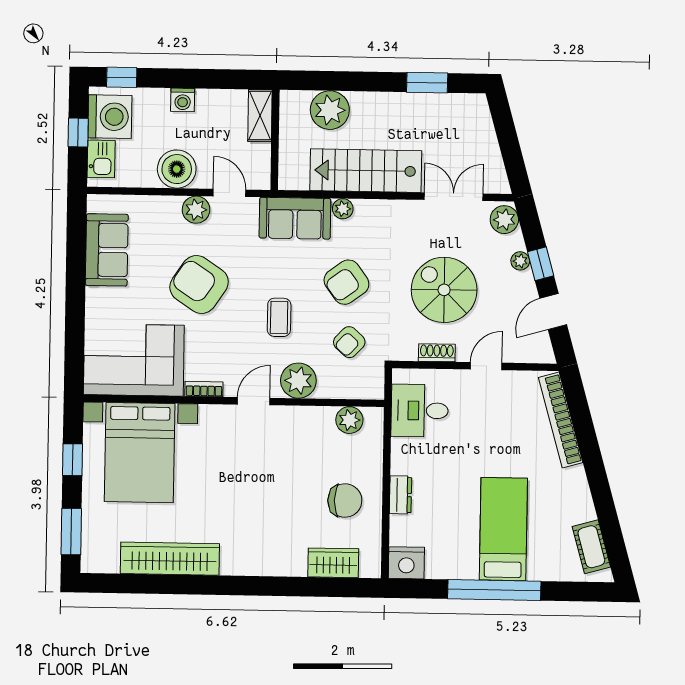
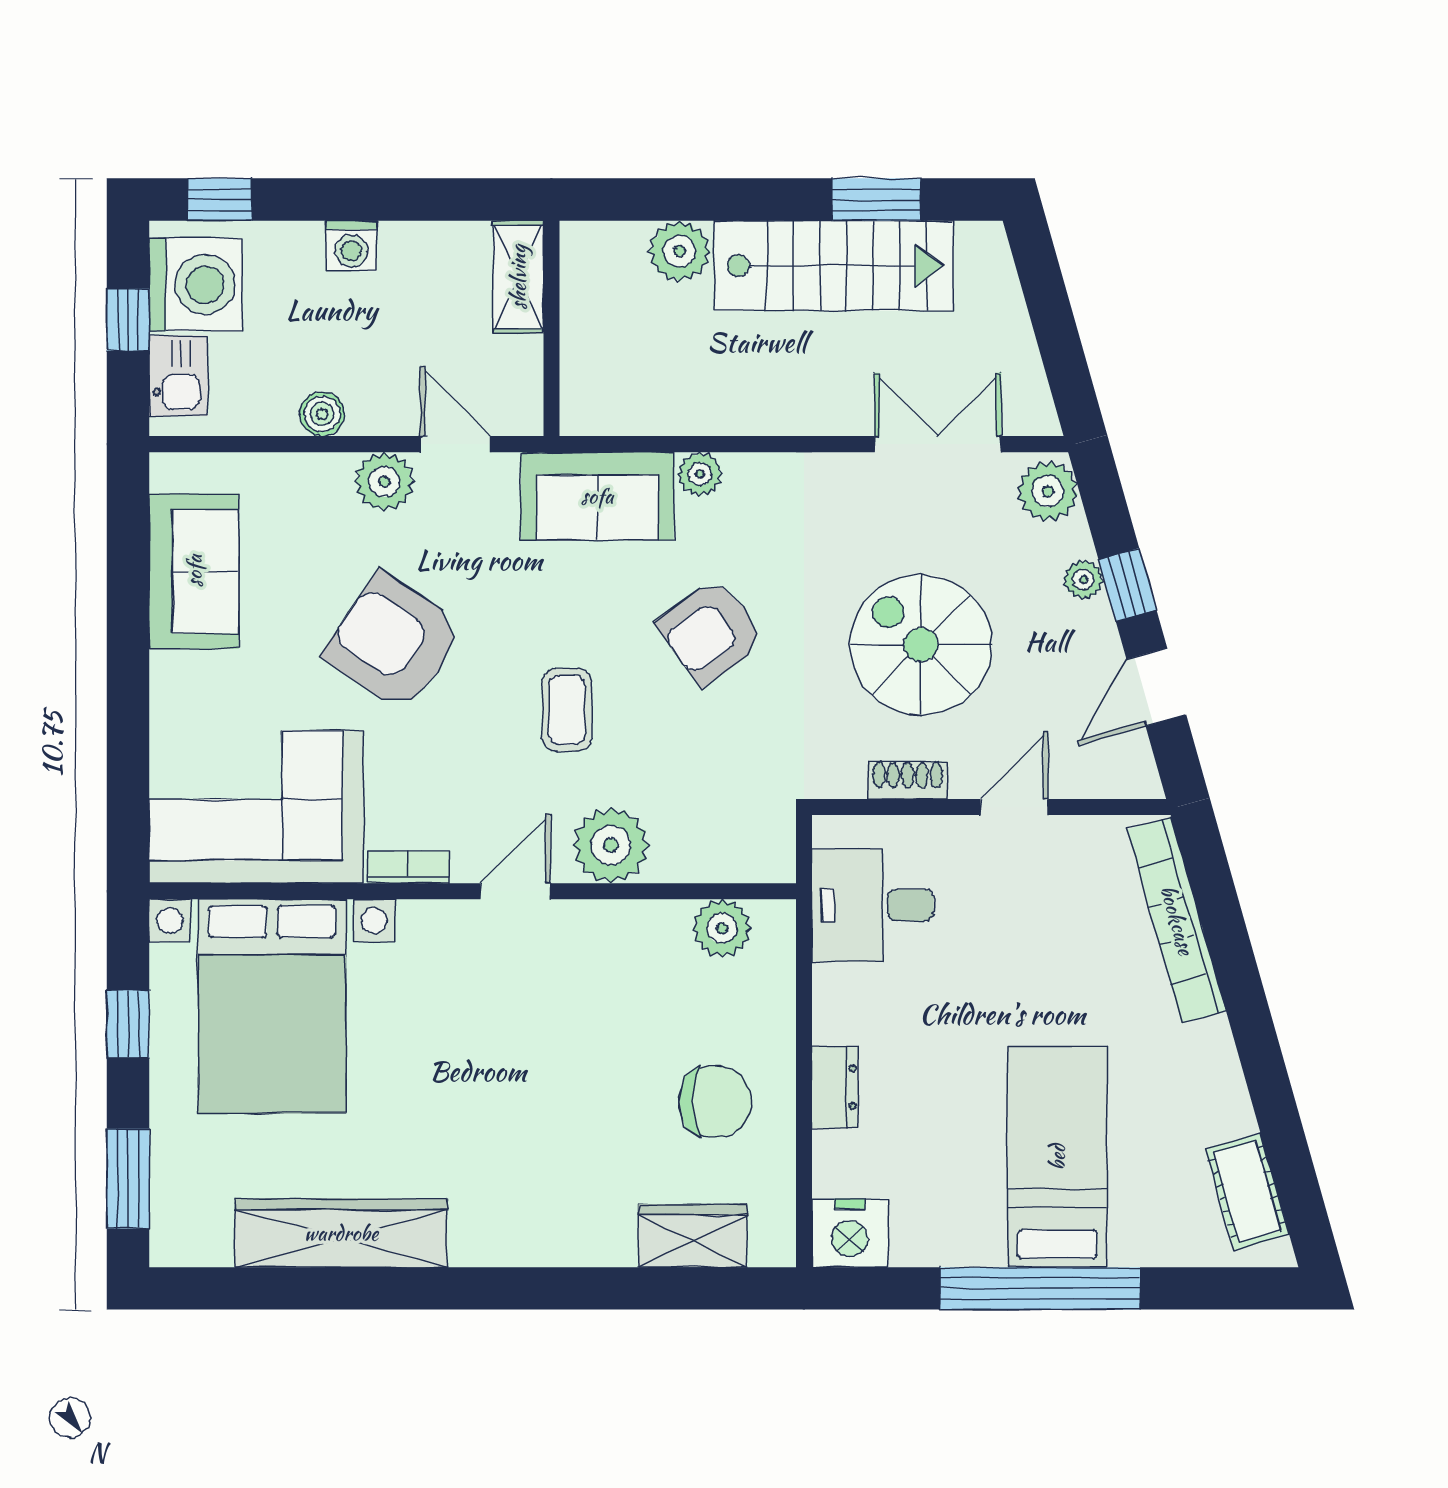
plant: (330, 110) -> (679, 251), width x0.73, depth x0.73
boiler: (177, 169) -> (322, 414), width x0.54, depth x0.54
stairs: (366, 171) -> (834, 266), moved, turned 180
armchair: (349, 342) -> (719, 761), removed

